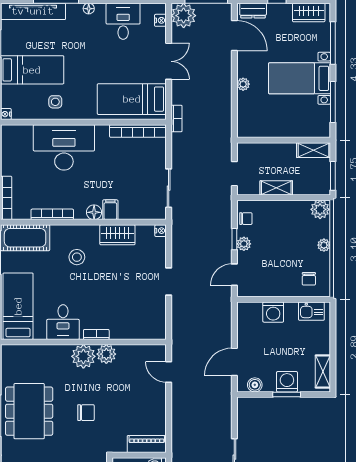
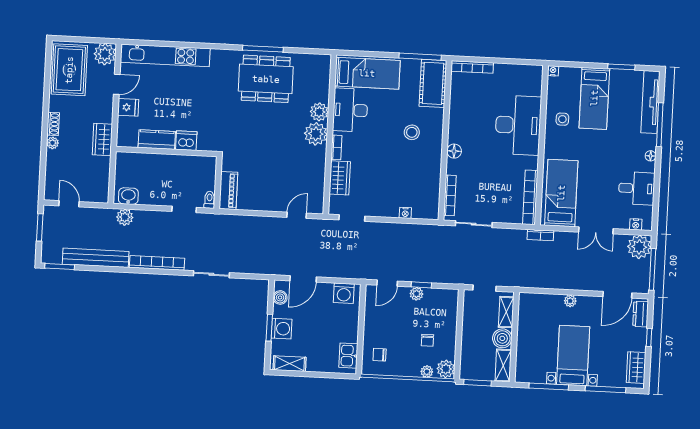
boiler: (285, 153) -> (502, 338), added
shelving: (276, 188) -> (506, 312), moved
filing cabinet: (110, 210) -> (456, 167), removed
bookcase: (52, 214) -> (450, 195), moved
chair: (246, 219) -> (427, 340), moved
nightstand: (161, 231) -> (405, 213), moved
wardrobe: (117, 235) -> (340, 178), moved, turned 180
plant: (324, 245) -> (427, 372), moved
door: (234, 275) -> (387, 283), swing flipped
doorway: (169, 281) -> (352, 218), moved
washing machine: (273, 312) -> (344, 293), moved, turned -90
desk: (63, 322) -> (350, 110), width x1.37
plant: (106, 354) -> (319, 112), moved
door: (234, 362) -> (303, 279), swing flipped
chair: (86, 413) -> (262, 133), removed

